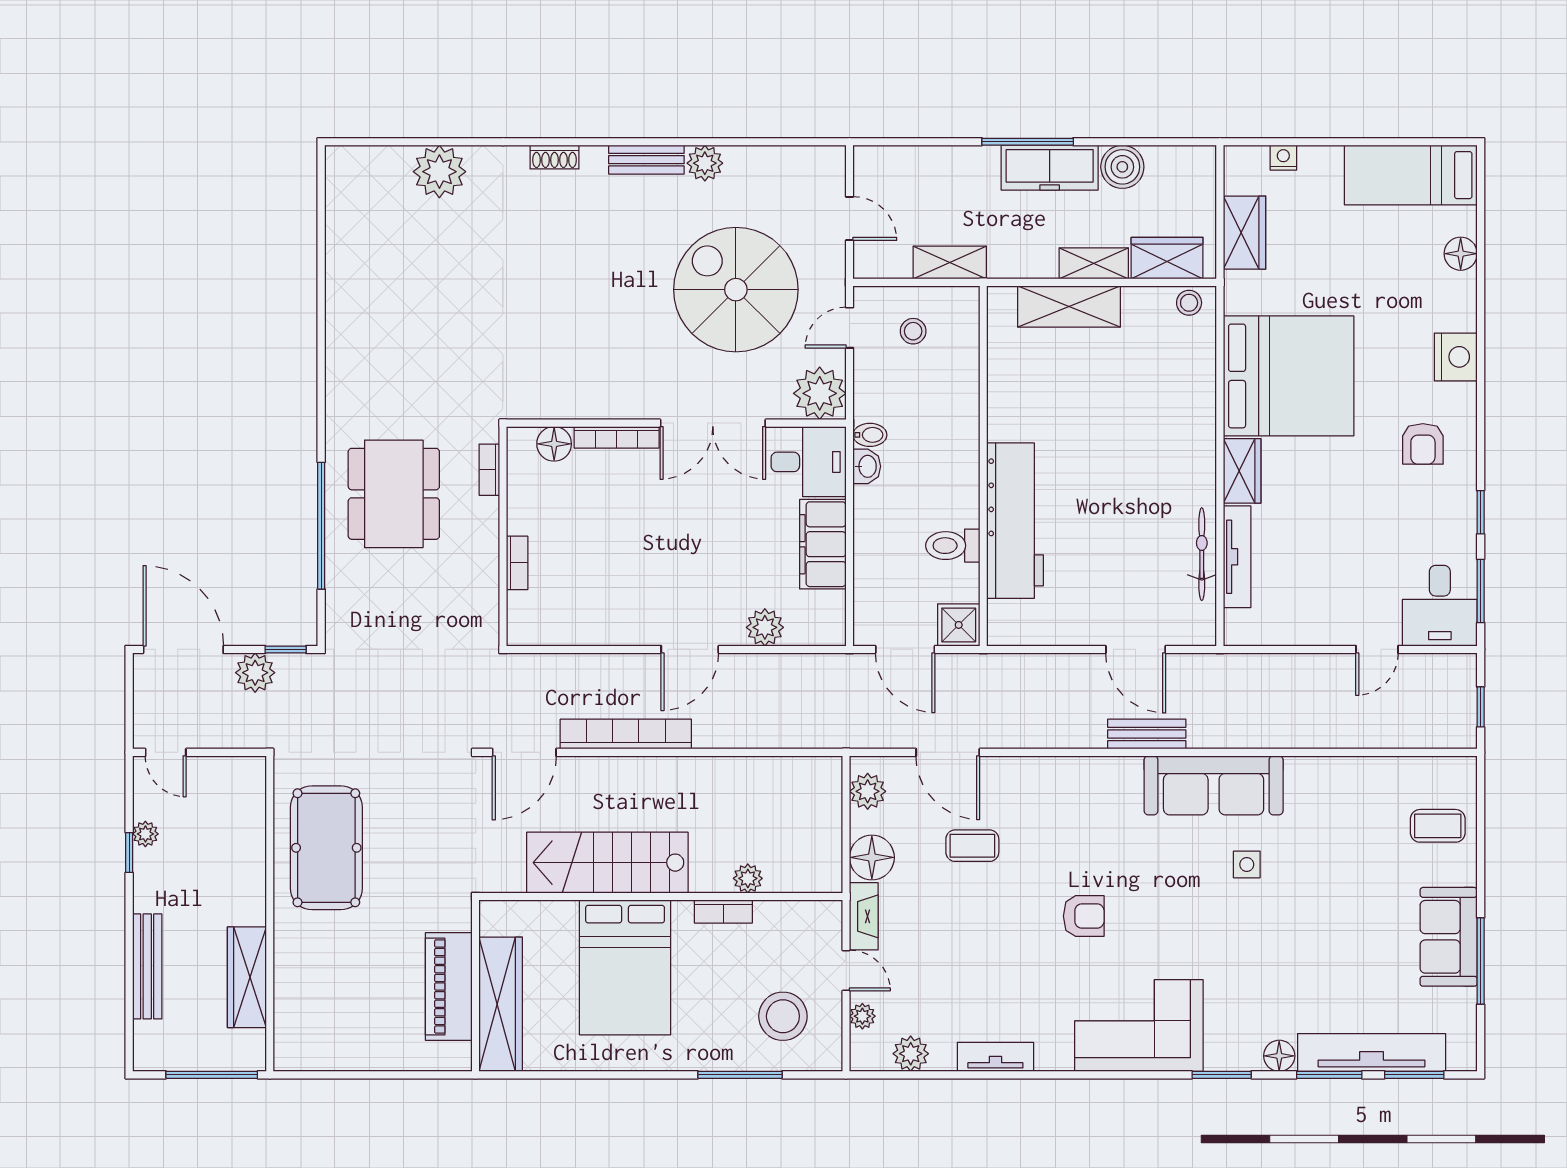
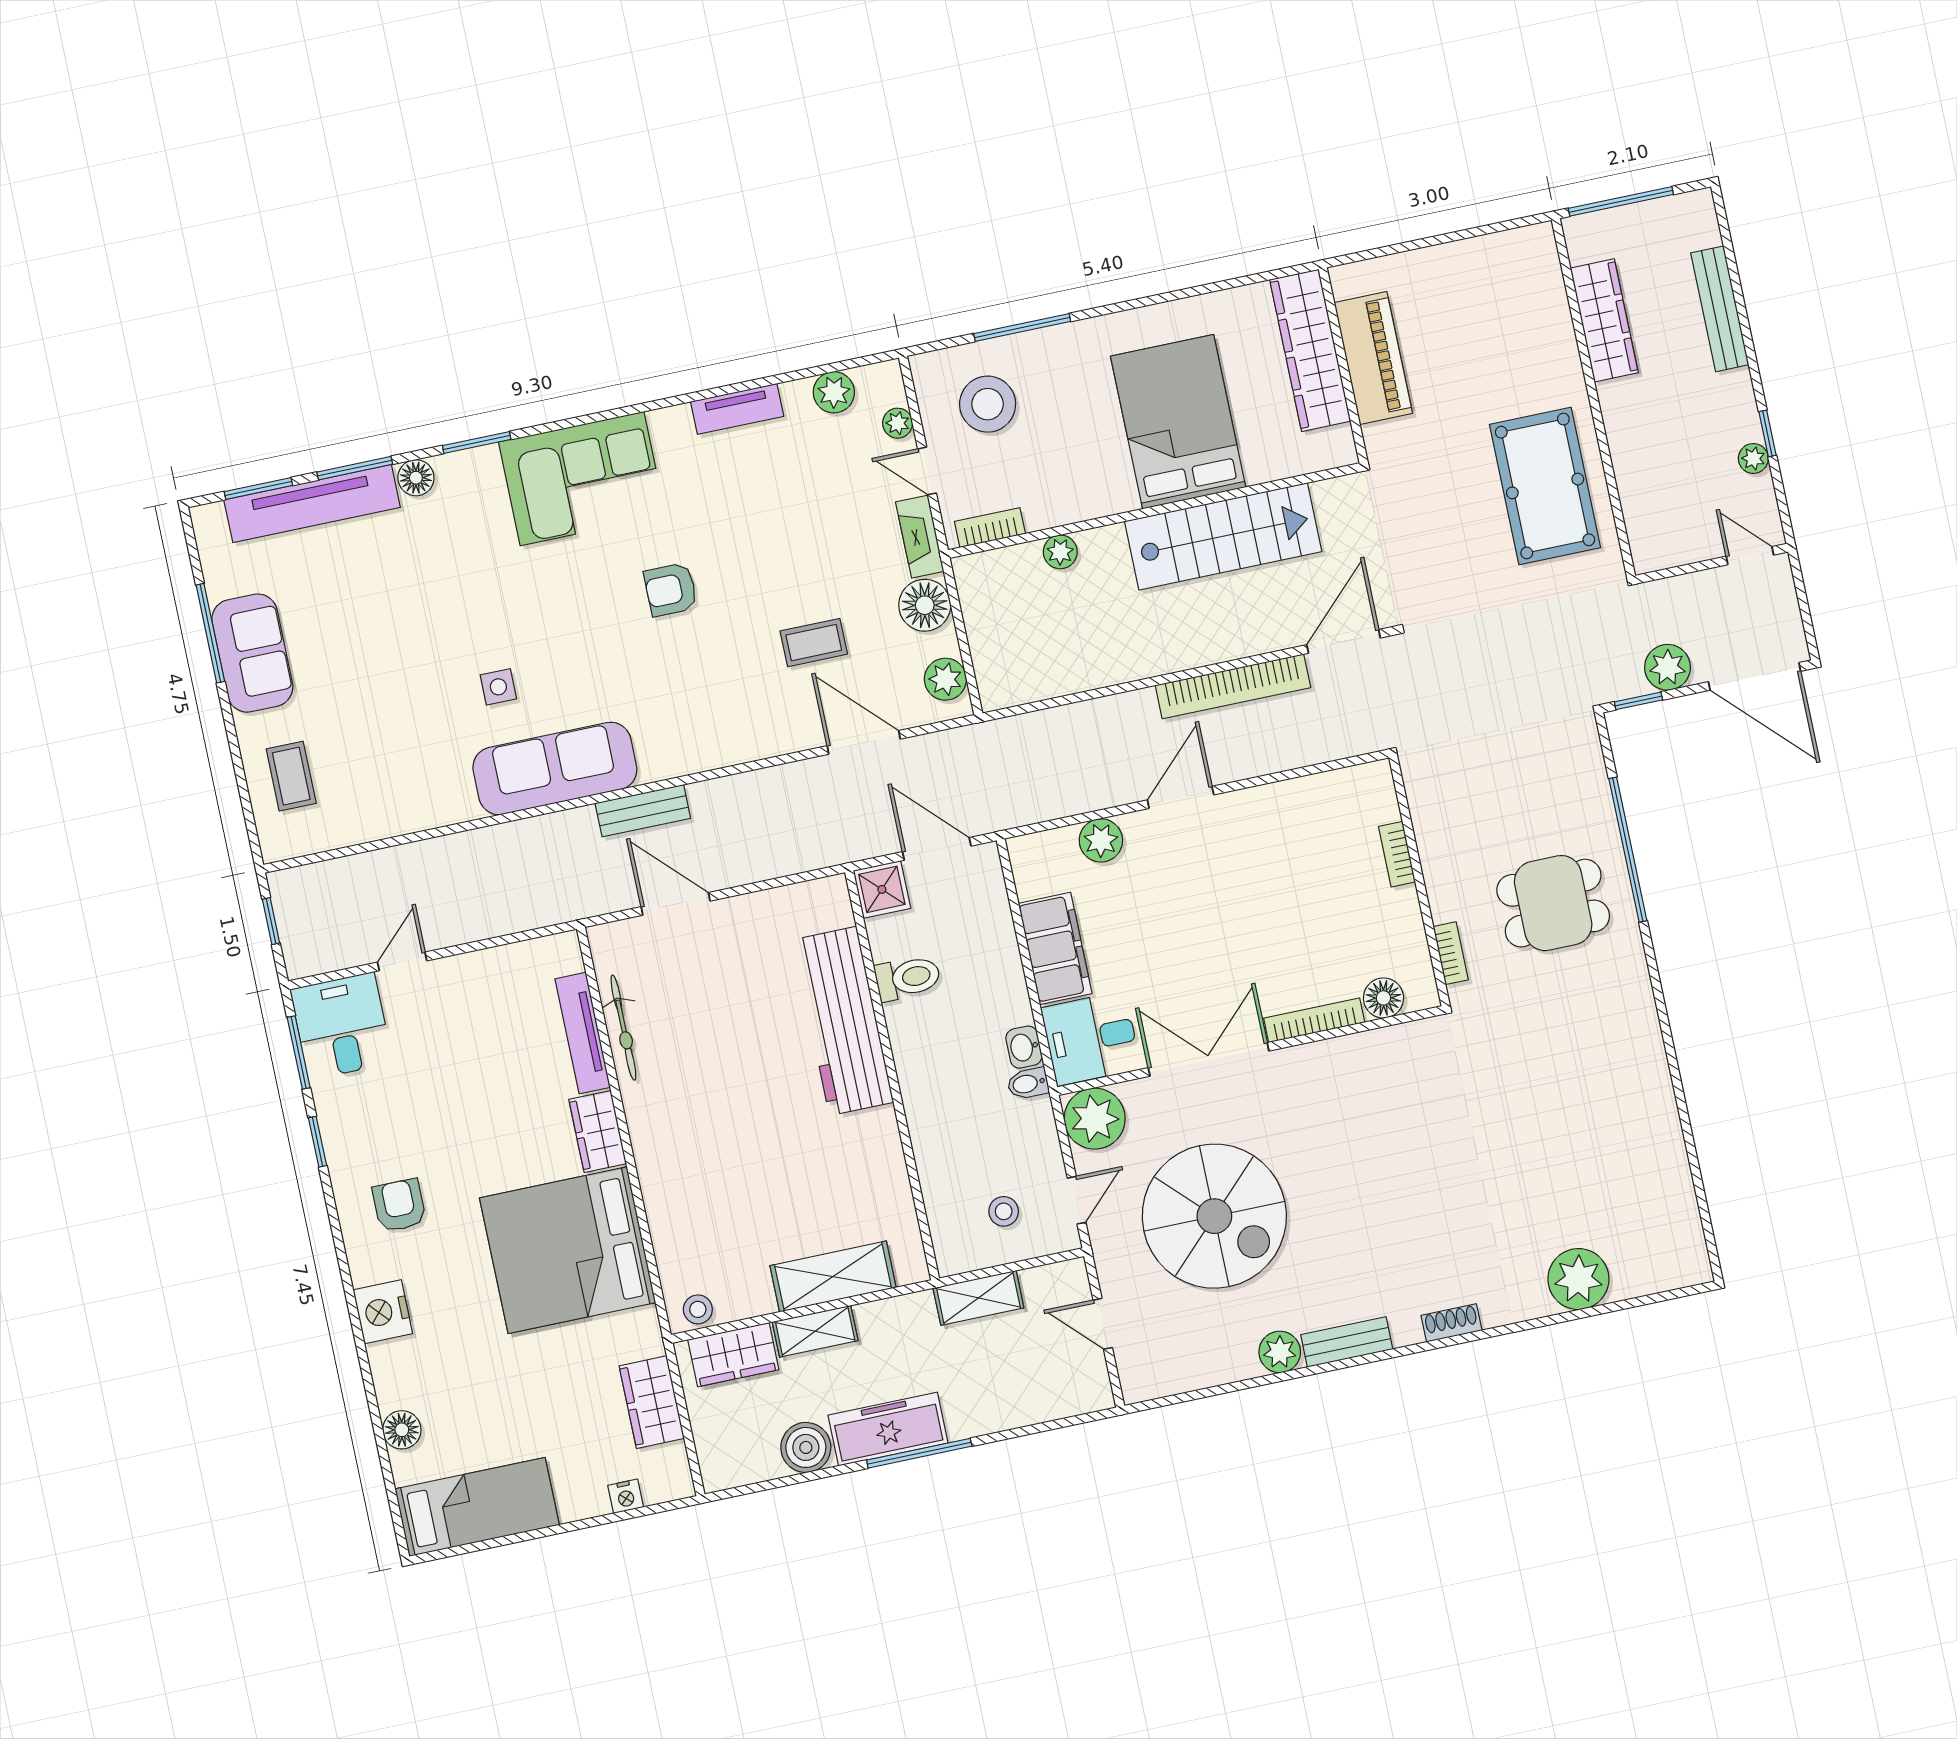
dining table: (394, 494) -> (1553, 903), width x0.73
coffee table: (1438, 826) -> (291, 776), turned 90
bookcase: (723, 911) -> (990, 528), moved

